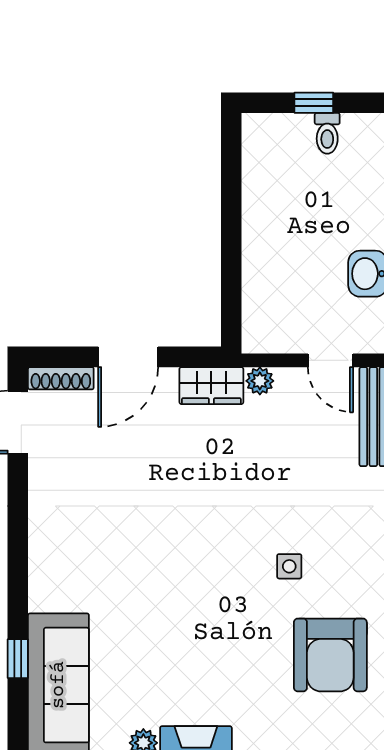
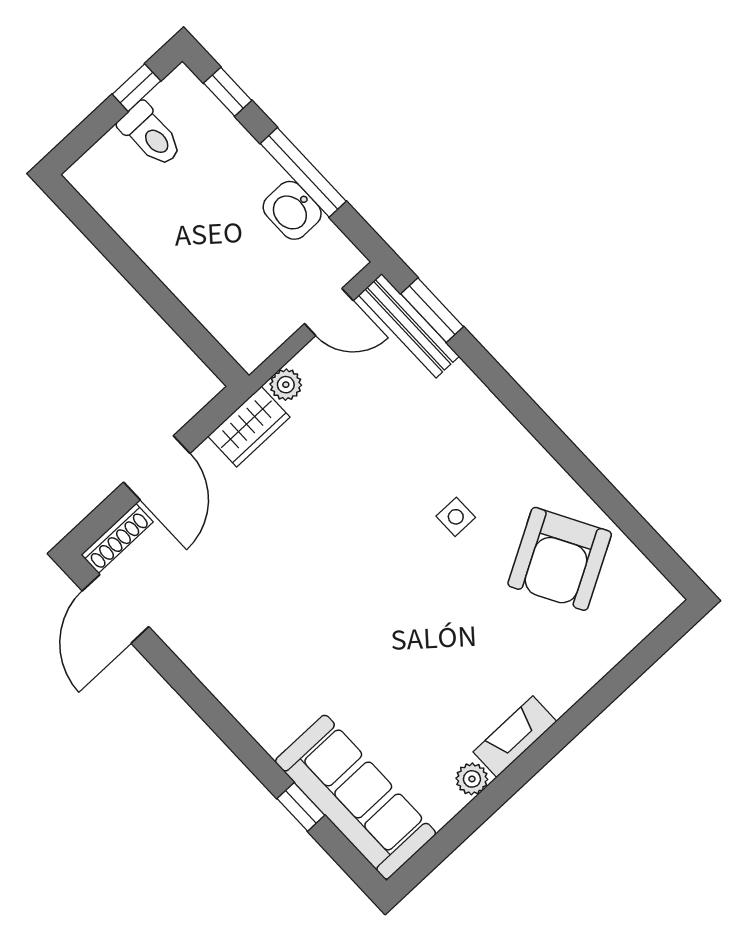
window: (314, 103) -> (136, 88), moved
toilet: (327, 133) -> (151, 135), width x1.37, depth x1.39
armchair: (330, 655) -> (560, 559), turned 61

